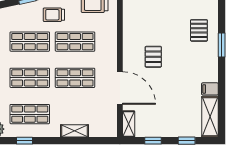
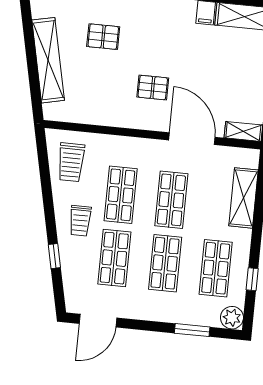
pallet: (199, 30) -> (103, 37), moved
door: (120, 88) -> (192, 139), hinge flipped
shelving: (75, 131) -> (244, 198), width x1.50, depth x1.33

